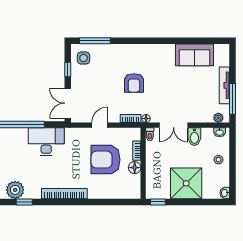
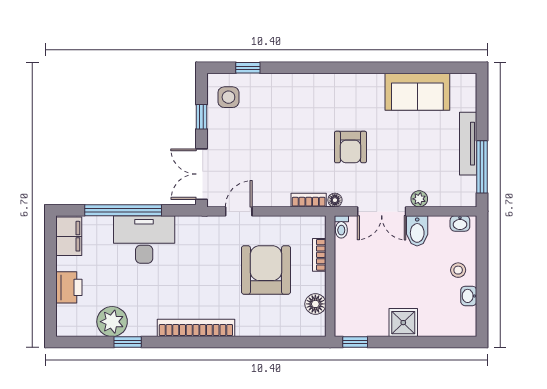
window: (95, 41) -> (248, 68), width x0.46
armchair: (134, 83) -> (350, 147), moved
plant: (218, 118) -> (419, 199), moved
door: (100, 125) -> (239, 211), moved
desk: (46, 142) -> (144, 239), moved
armchair: (106, 160) -> (266, 270), turned 90
floor lamp: (135, 168) -> (315, 304), moved
shower: (186, 183) -> (403, 323), width x0.54, depth x0.54
washbasin: (225, 193) -> (469, 296), moved

